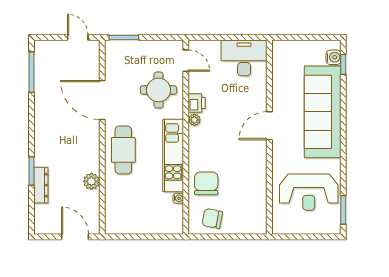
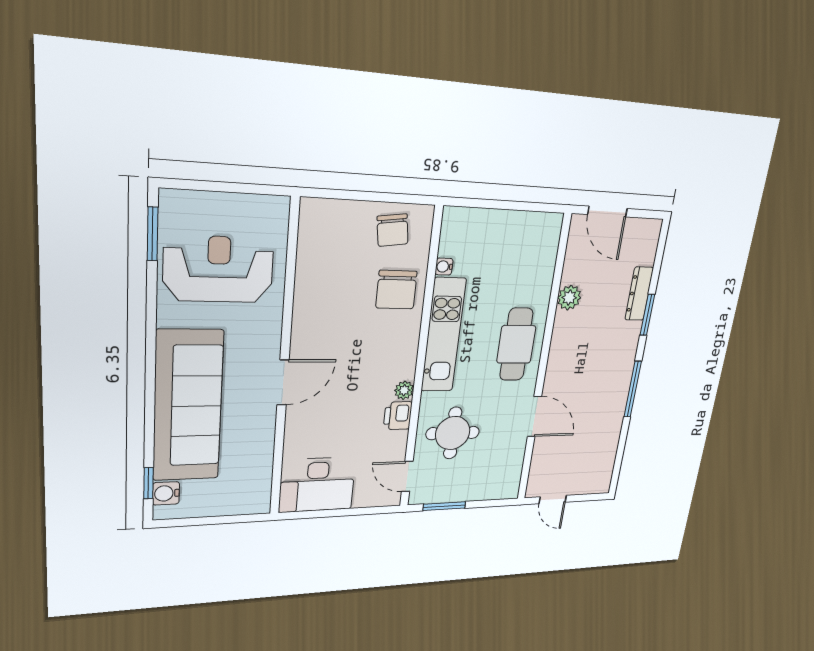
window: (124, 38) -> (444, 506), moved
window: (31, 72) -> (633, 389), moved
door: (102, 100) -> (534, 417), width x0.73
chair: (212, 218) -> (393, 230), turned 72

